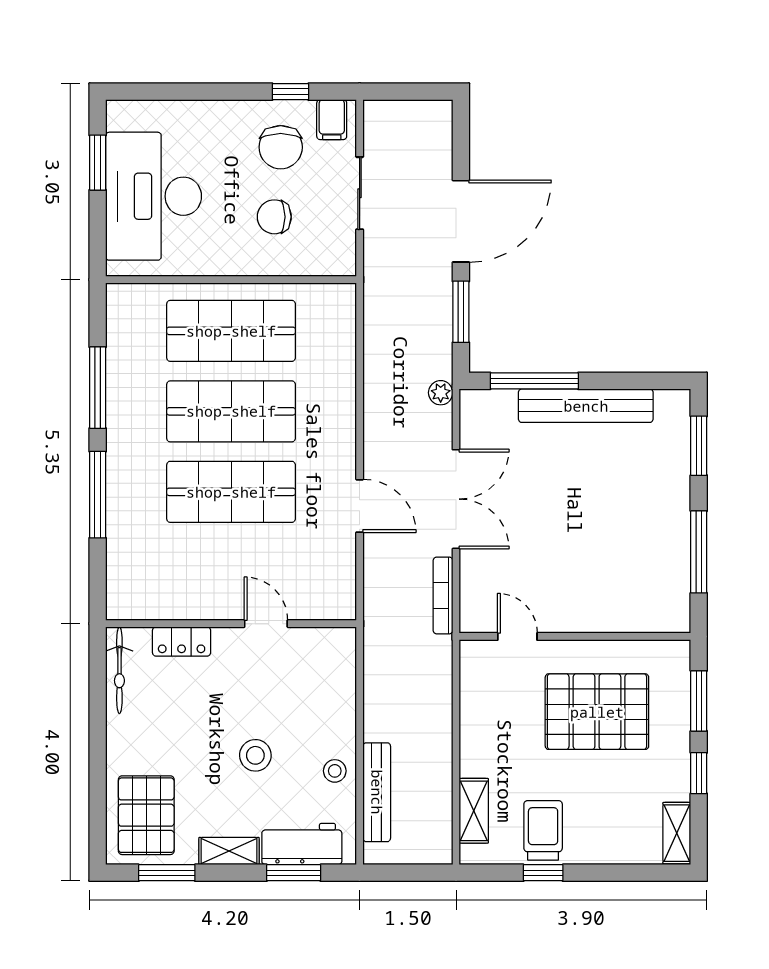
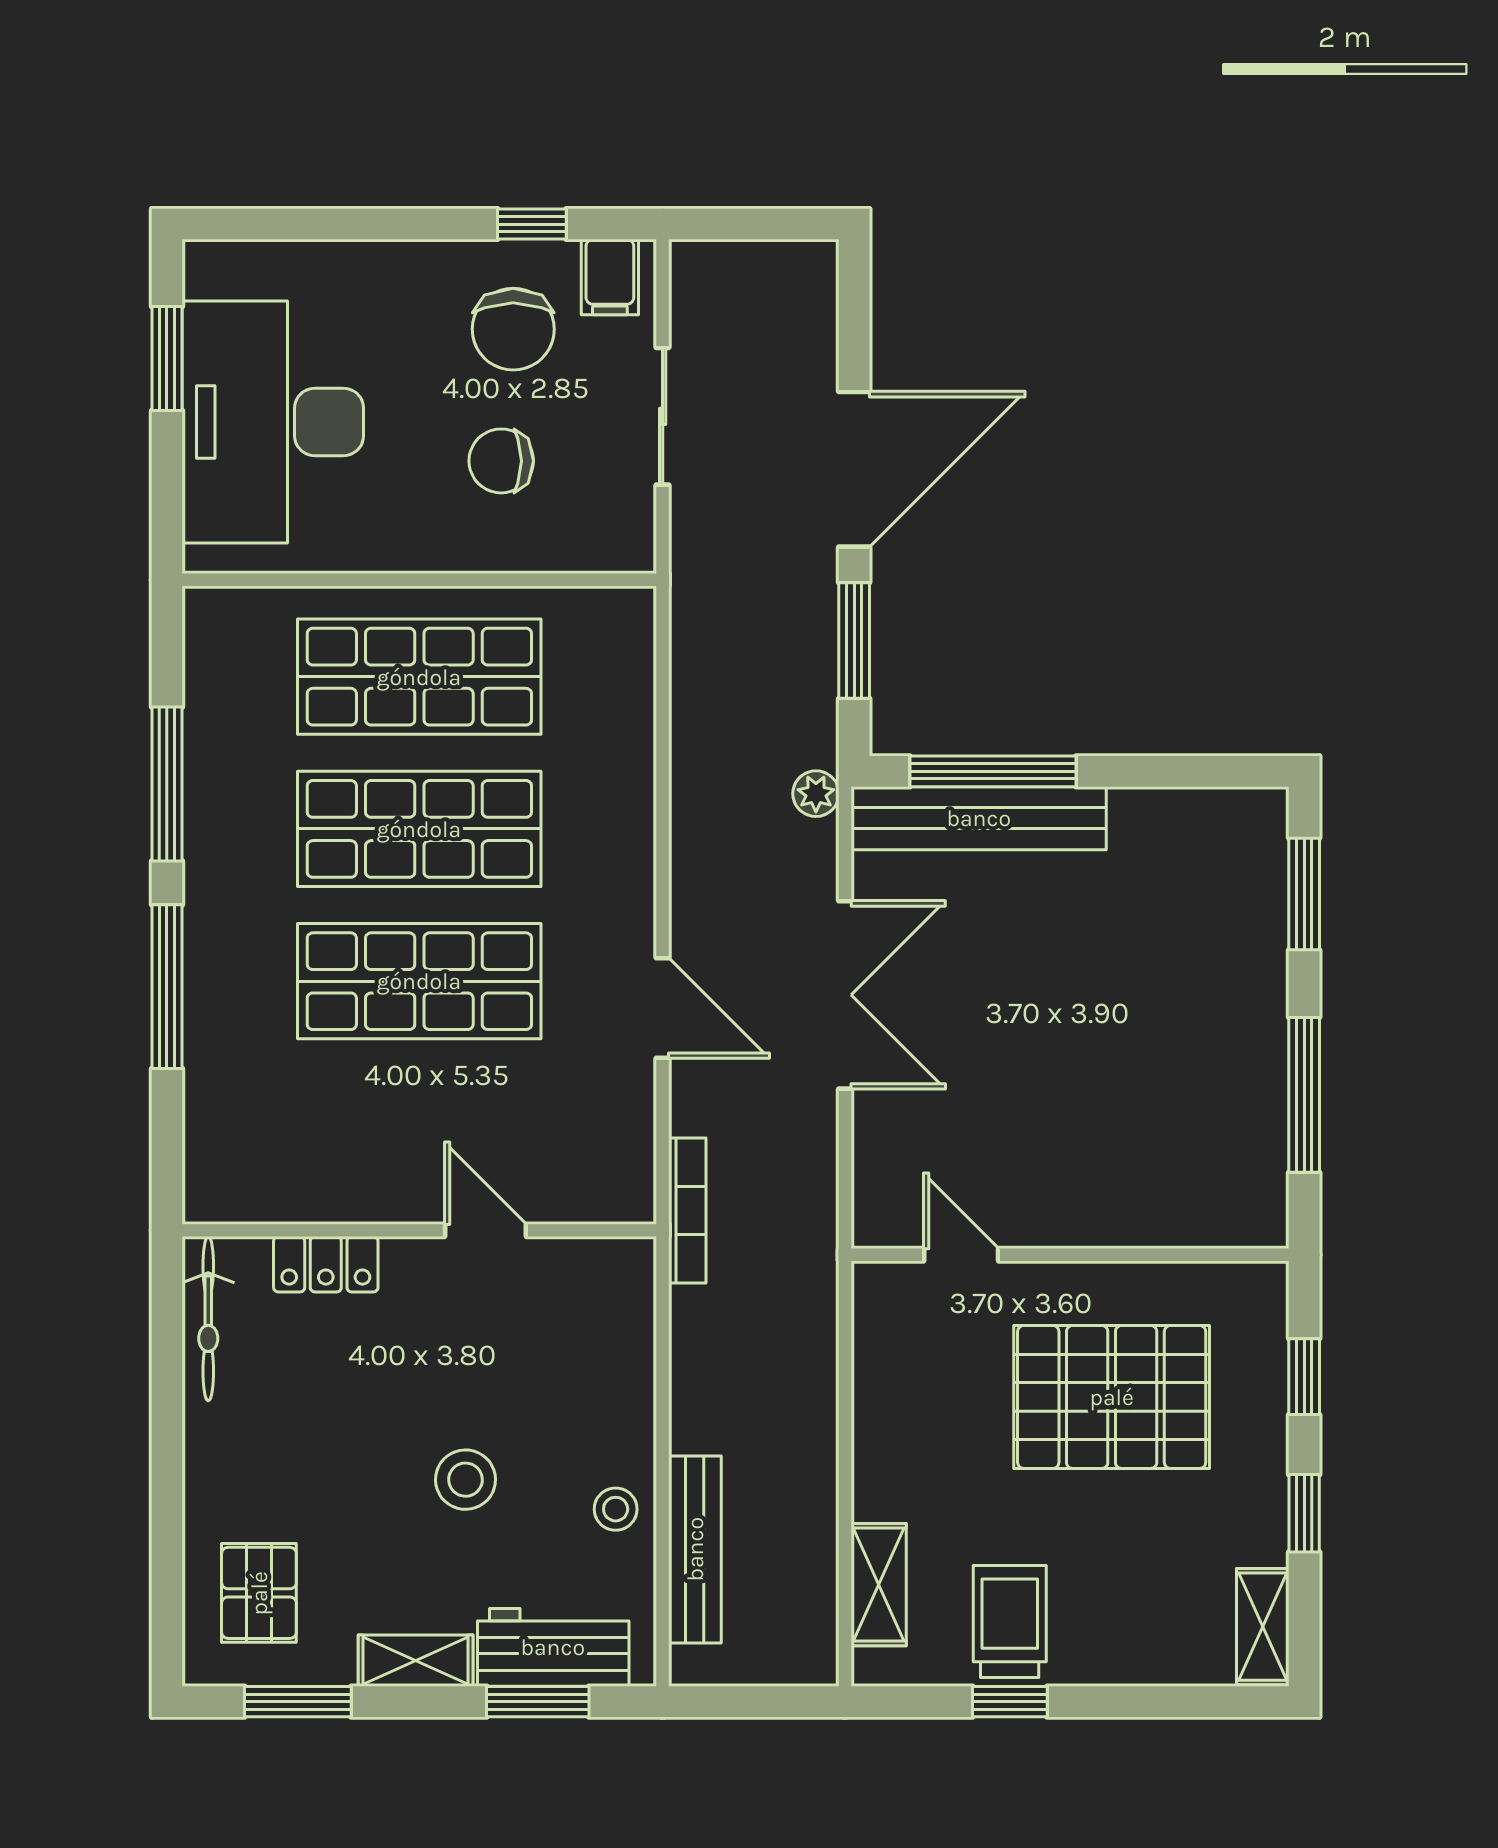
bench: (586, 406) -> (979, 818), moved
bookcase: (443, 595) -> (687, 1210), moved, turned 180
window: (699, 701) -> (1304, 1377), width x0.67
pallet: (146, 815) -> (259, 1593), width x0.67, depth x0.71

